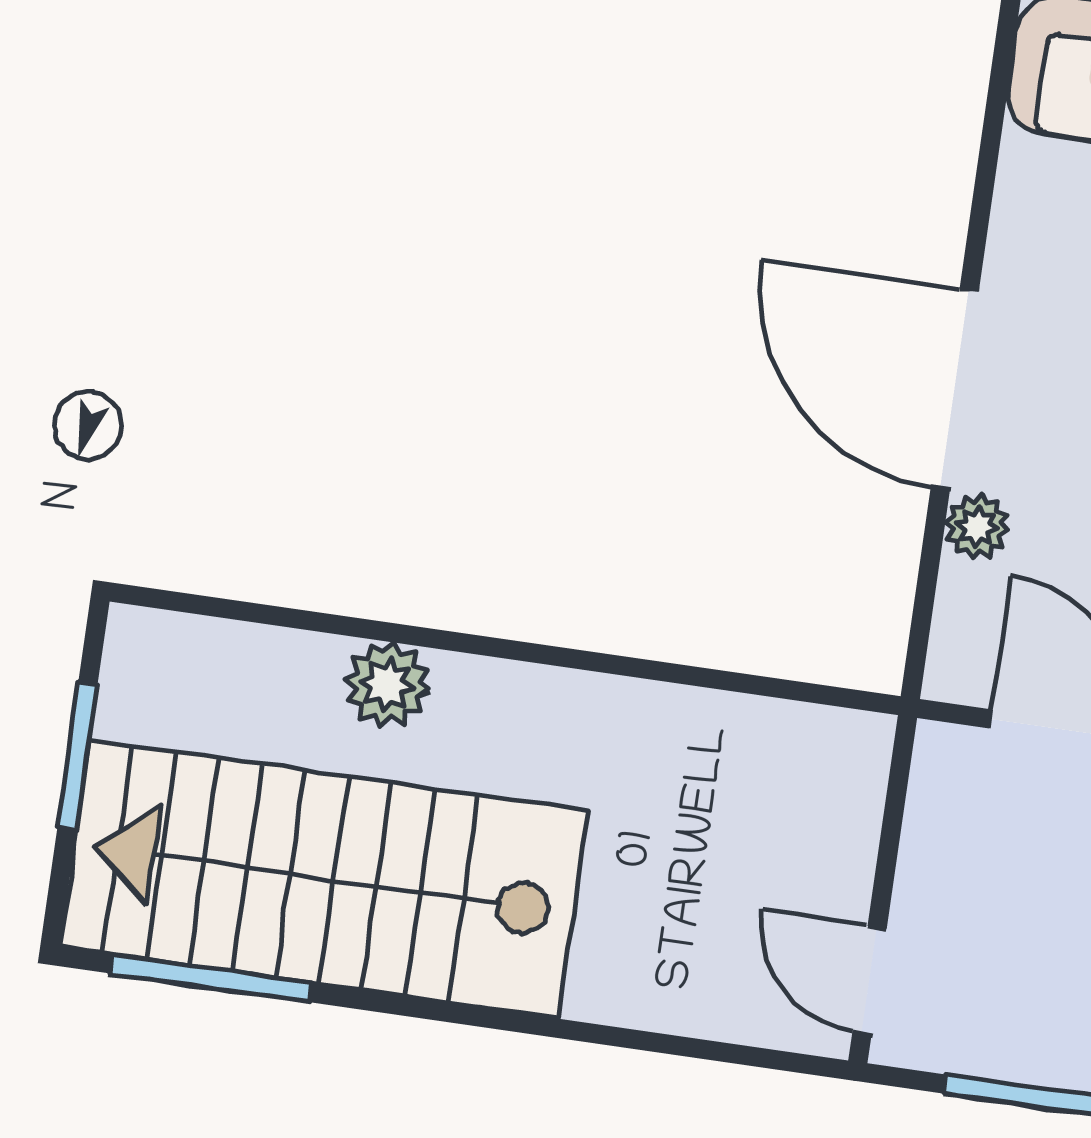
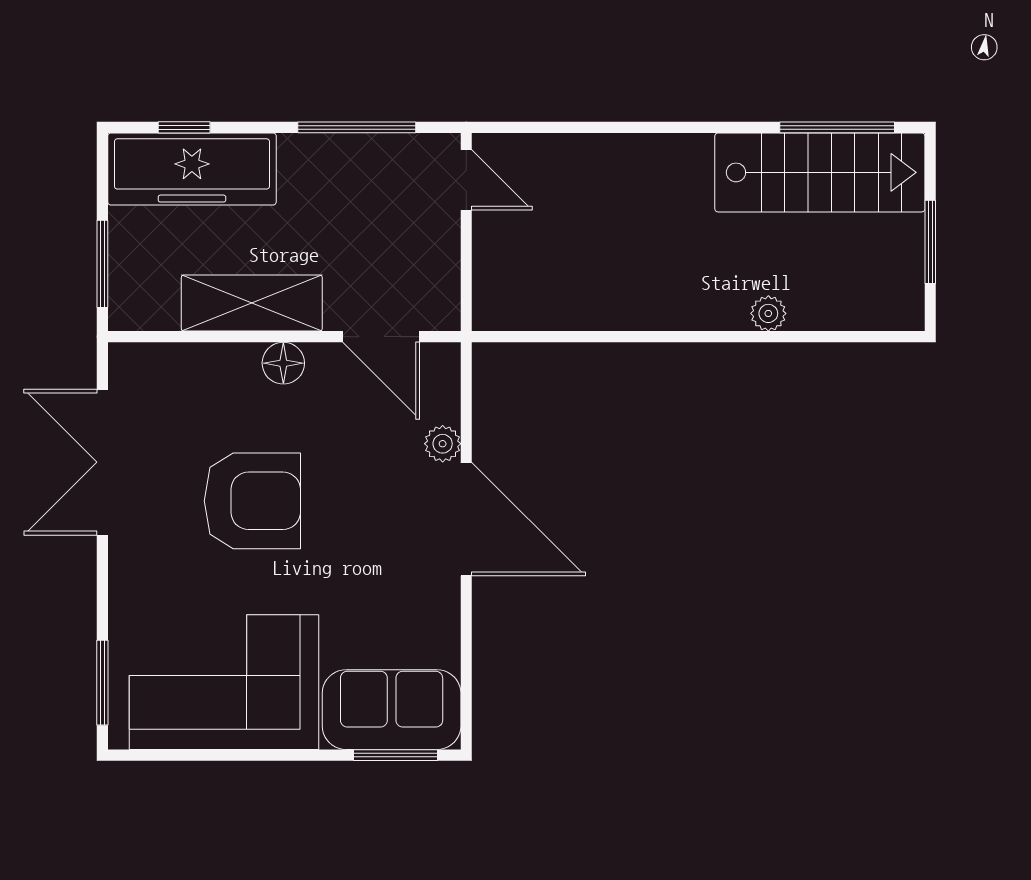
plant: (387, 685) -> (768, 313), width x0.73, depth x0.73
stairs: (324, 879) -> (820, 172), width x0.73, depth x0.66

